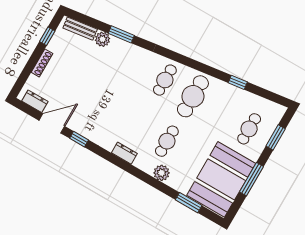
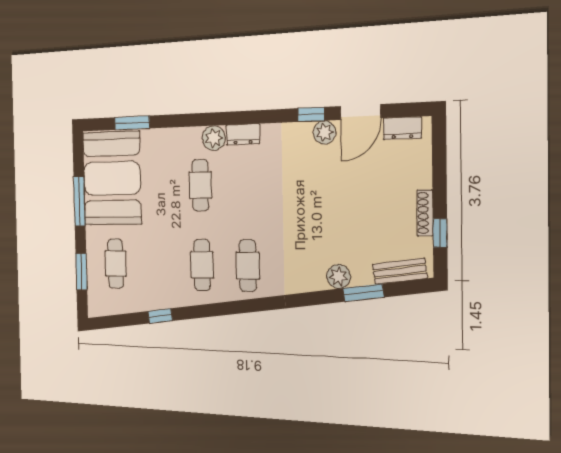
window: (121, 34) -> (363, 293), moved
plant: (102, 39) -> (339, 276), moved
shoe rack: (42, 63) -> (425, 213), moved
cafe table: (193, 96) -> (202, 265), width x0.73, depth x0.74
plant: (78, 125) -> (324, 132), added
plant: (162, 173) -> (214, 138), moved

